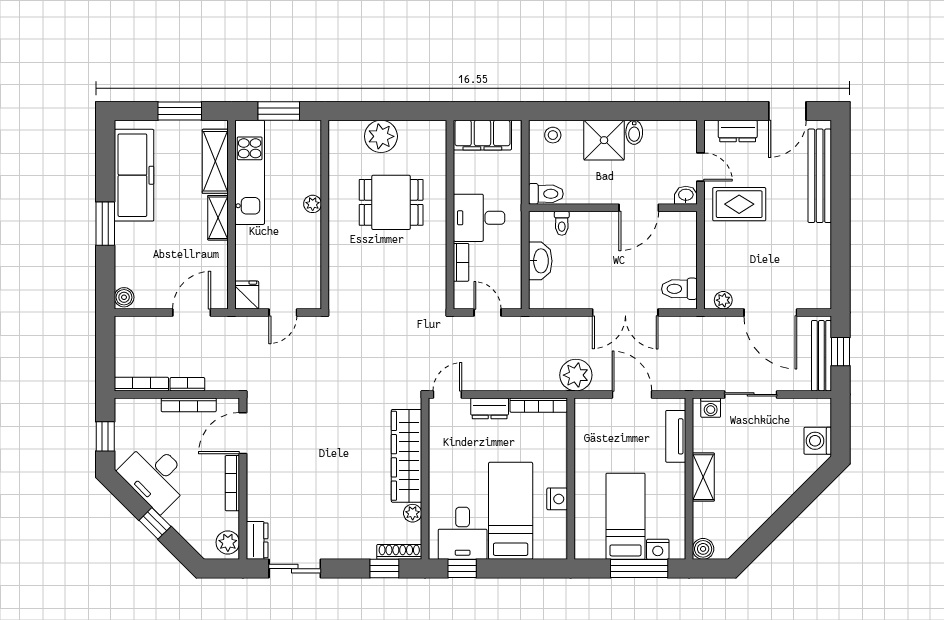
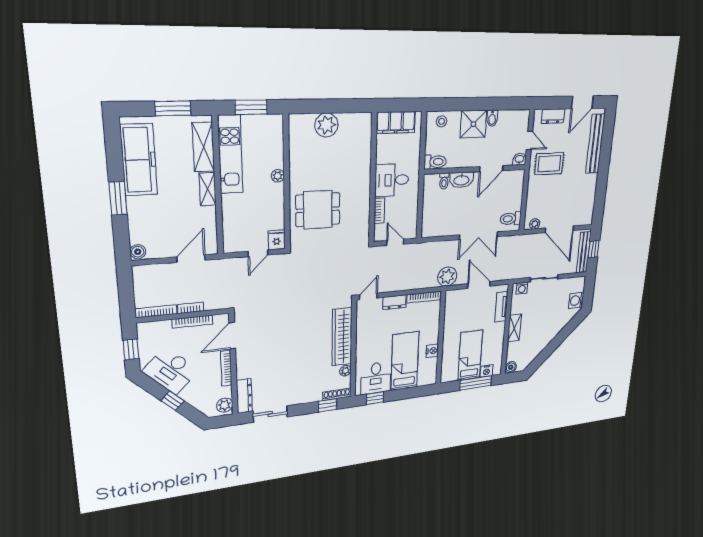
dining table: (391, 202) -> (318, 210), moved
washbasin: (540, 261) -> (461, 180), moved, turned 90
fridge: (247, 295) -> (277, 240), moved
dresser: (257, 540) -> (244, 396), width x1.44

